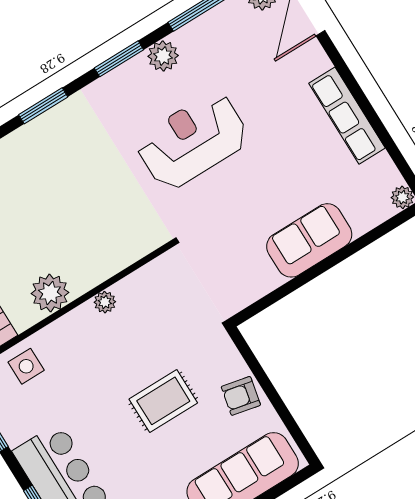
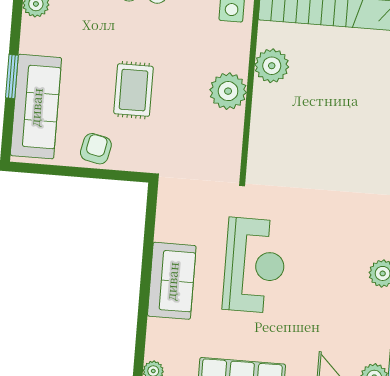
reception desk: (192, 141) -> (255, 265), moved
plant: (105, 302) -> (228, 91), width x1.87, depth x1.87

